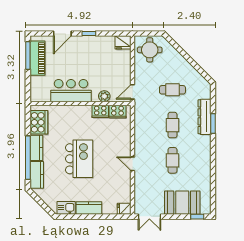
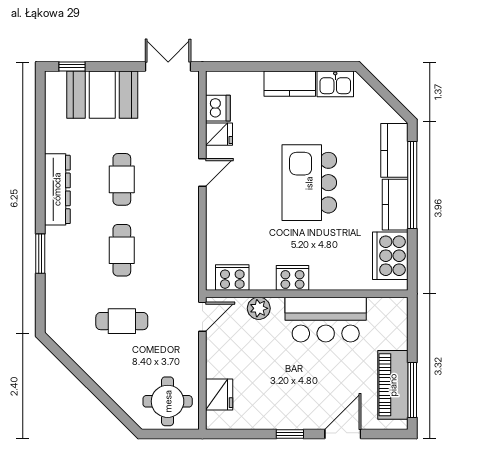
fridge: (123, 42) -> (219, 395), moved, turned 90
cooker: (100, 111) -> (293, 278), moved
dresser: (205, 117) -> (57, 189), moved
door: (132, 164) -> (202, 173), hinge flipped
dishwasher: (125, 196) -> (218, 108), added
fridge: (124, 209) -> (219, 134), moved

